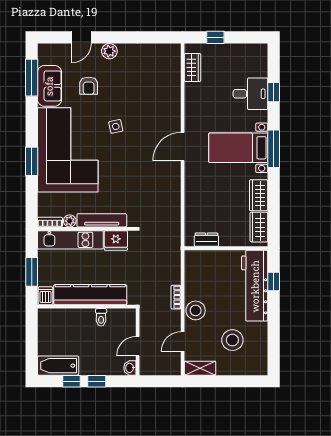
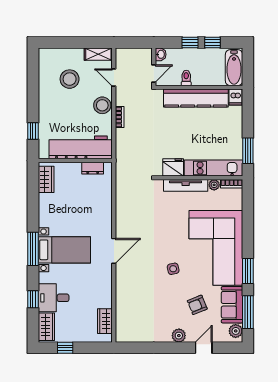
window: (215, 37) -> (65, 348), moved
plant: (45, 56) -> (236, 331), added
armchair: (89, 86) -> (197, 305), turned -112
window: (32, 161) -> (248, 271), moved
wardrobe: (259, 195) -> (46, 327), moved
window: (32, 272) -> (248, 151), moved
workbench: (255, 286) -> (81, 147), moved, turned -90
kitchen counter: (90, 295) -> (196, 98), moved
dishwasher: (46, 296) -> (236, 97), moved
wall: (87, 307) -> (199, 87), moved
toilet: (101, 317) -> (186, 78), moved
door: (183, 342) -> (114, 78), swing flipped
bathtub: (58, 366) -> (234, 68), moved, turned 90

